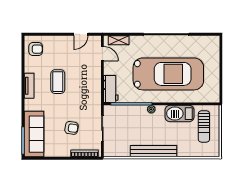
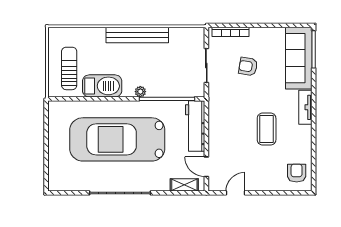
armchair: (36, 49) -> (297, 173), turned 90
tv unit: (29, 86) -> (305, 107), moved
workbench: (111, 89) -> (195, 126), width x1.38

